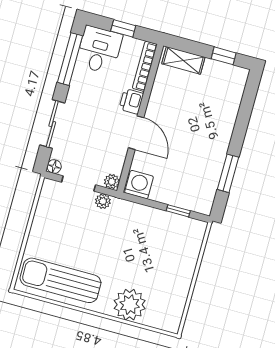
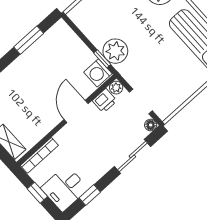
window: (70, 59) -> (90, 195), width x0.46
printer: (131, 101) -> (105, 101), moved
plant: (103, 201) -> (115, 51), moved, width x1.88, depth x1.88
window: (178, 211) -> (102, 59), moved

